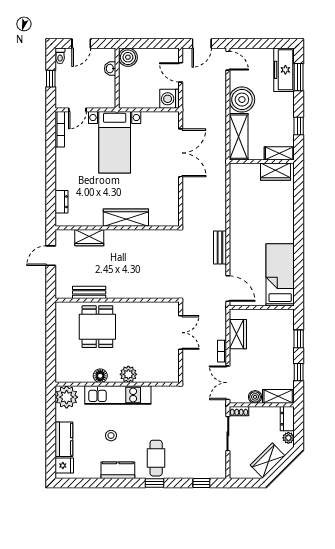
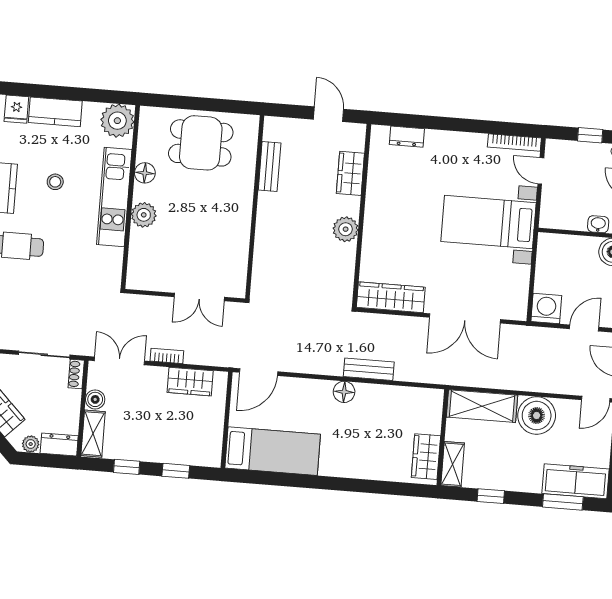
wardrobe: (126, 218) -> (391, 297), moved, turned -90
floor lamp: (236, 230) -> (344, 392), added
plant: (127, 238) -> (346, 229), added
bench: (220, 247) -> (369, 369), moved
dining table: (97, 327) -> (201, 143), moved

